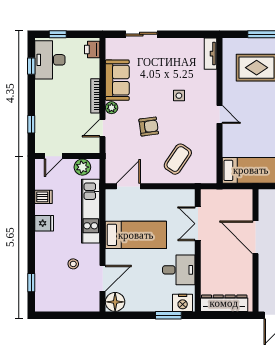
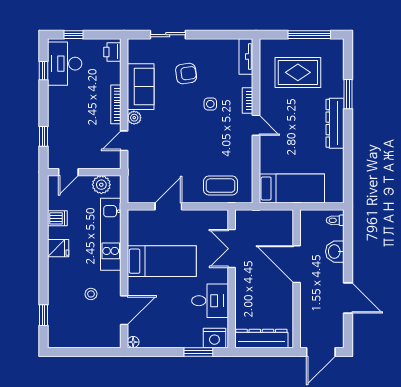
bookcase: (212, 93) -> (248, 101), added
armchair: (149, 127) -> (186, 74), moved
coffee table: (178, 159) -> (220, 186), moved, turned 56
door: (128, 186) -> (168, 206), moved
floor lamp: (115, 302) -> (133, 342), width x0.53, depth x0.53

